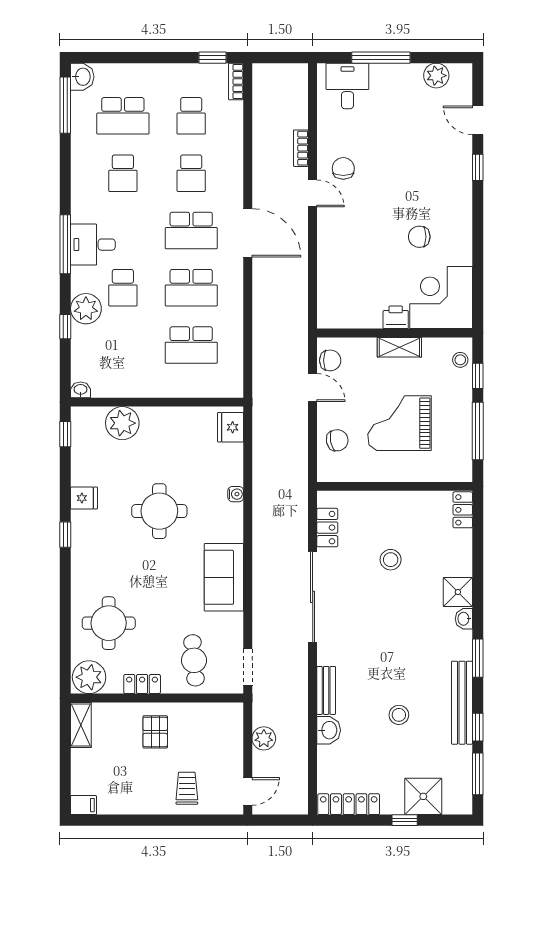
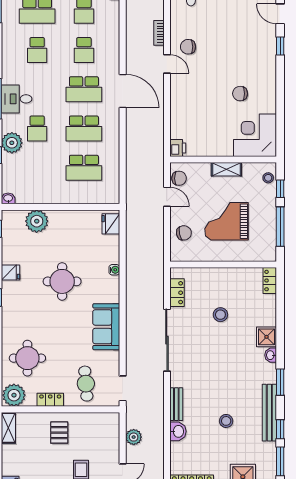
chair: (343, 168) -> (188, 47), turned -91
printer: (396, 317) -> (178, 148), moved, turned 90

